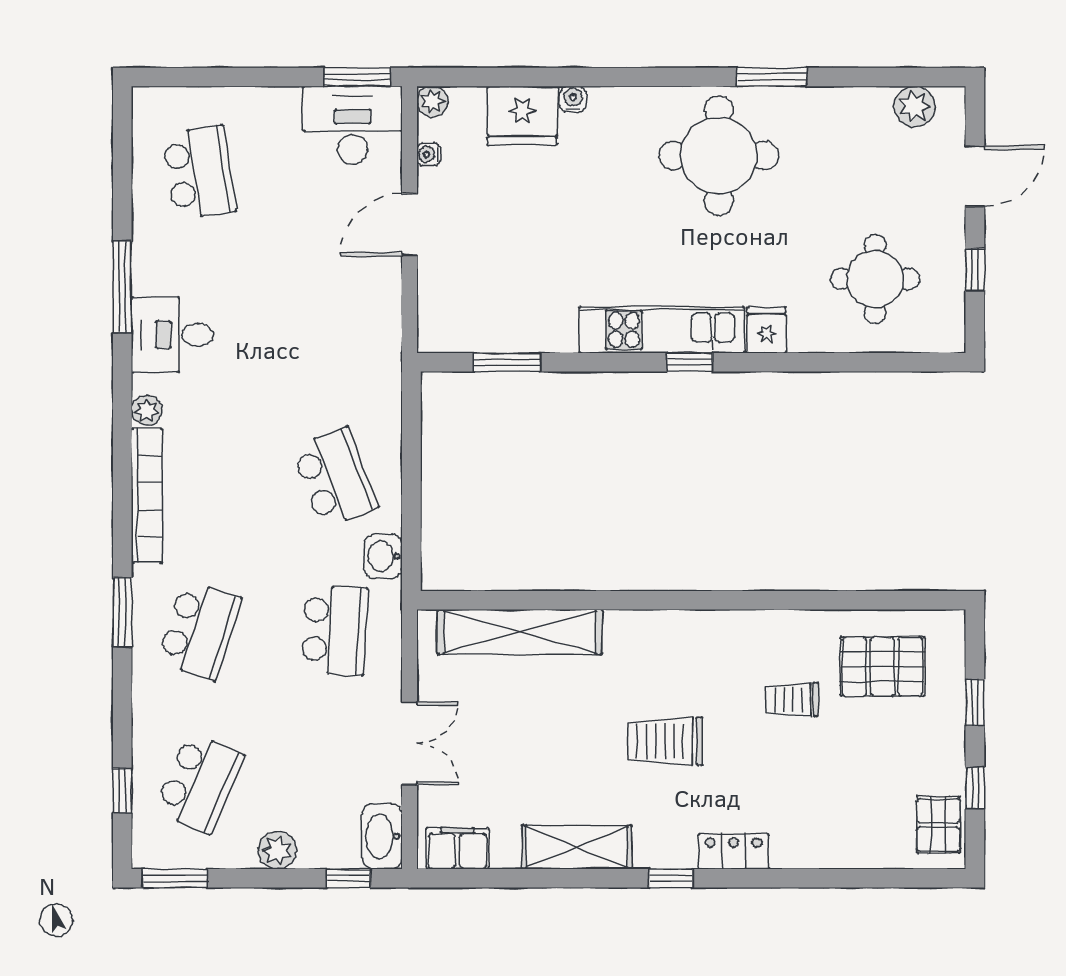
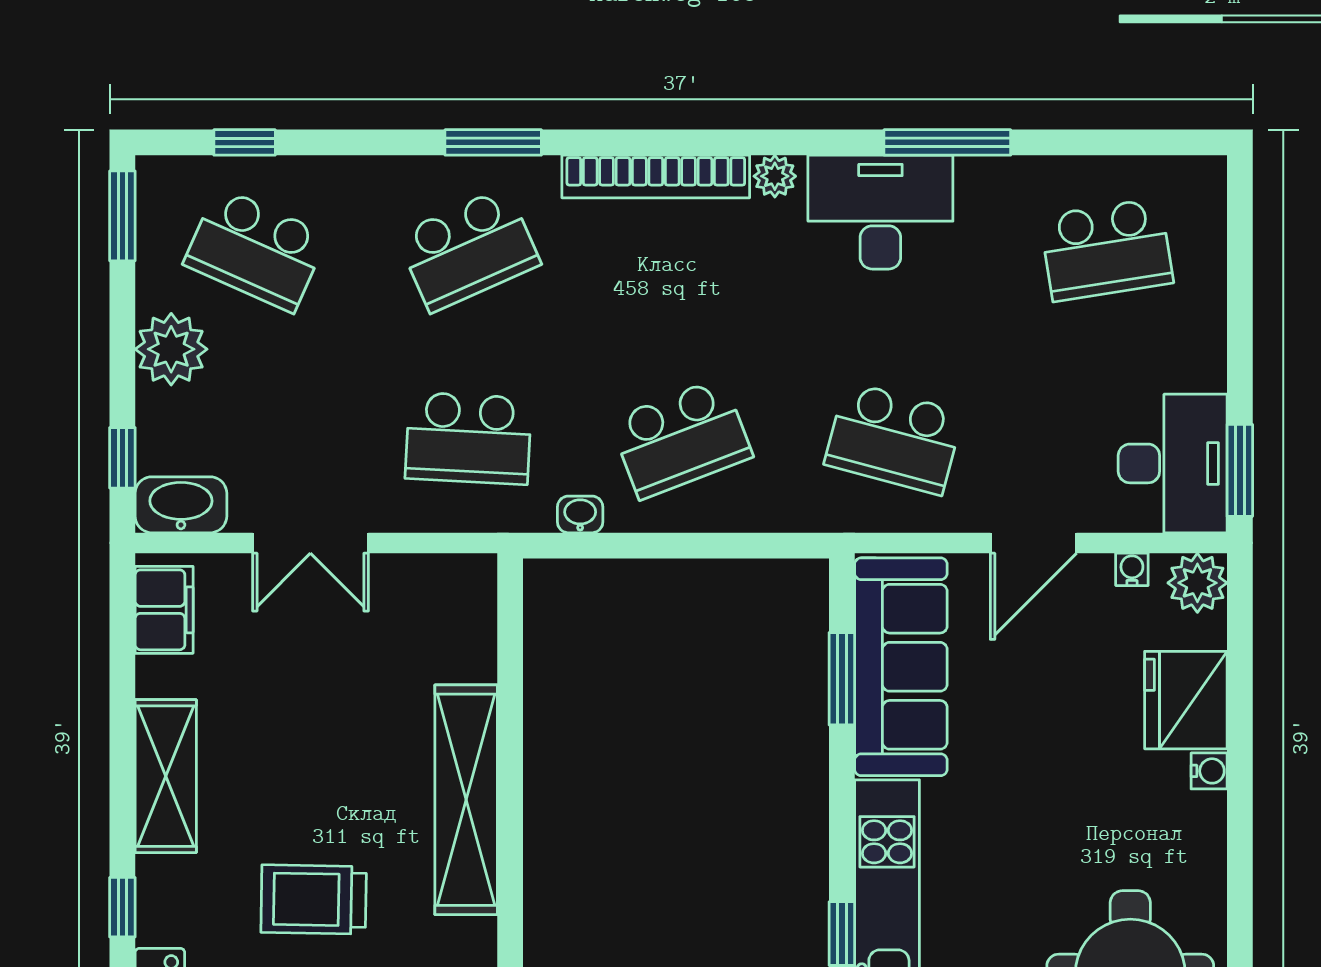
plant: (432, 102) -> (1197, 583), width x1.38, depth x1.38
door: (410, 225) -> (1033, 543), swing flipped
sofa: (498, 320) -> (901, 667), added
school desk: (335, 325) -> (894, 438), added
desk: (172, 335) -> (880, 212), width x1.37
washbasin: (383, 556) -> (580, 514), width x0.72, depth x0.69
school desk: (199, 630) -> (468, 250), turned -42
shelving: (520, 632) -> (466, 800), moved
trolley: (665, 741) -> (314, 899), turned -89
plant: (277, 850) -> (171, 349), width x1.36, depth x1.36

